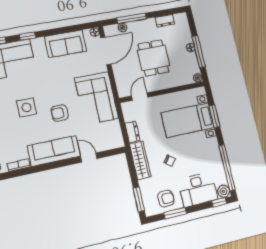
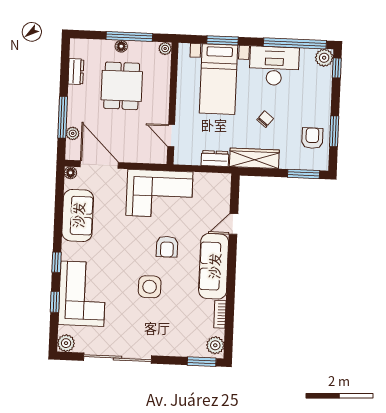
dining table: (154, 58) -> (122, 86), moved, turned 90
desk: (198, 189) -> (274, 66), moved, turned -90

